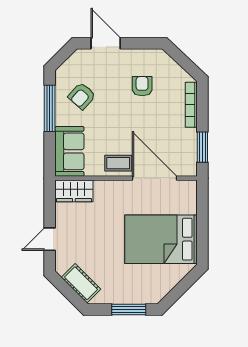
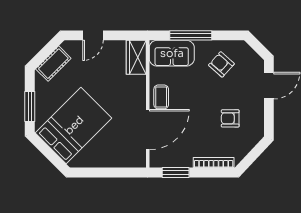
armchair: (142, 86) -> (230, 118), turned 180
window: (50, 108) -> (191, 35), moved
door: (50, 239) -> (93, 35), swing flipped
bed: (161, 239) -> (74, 125), moved, turned 45

